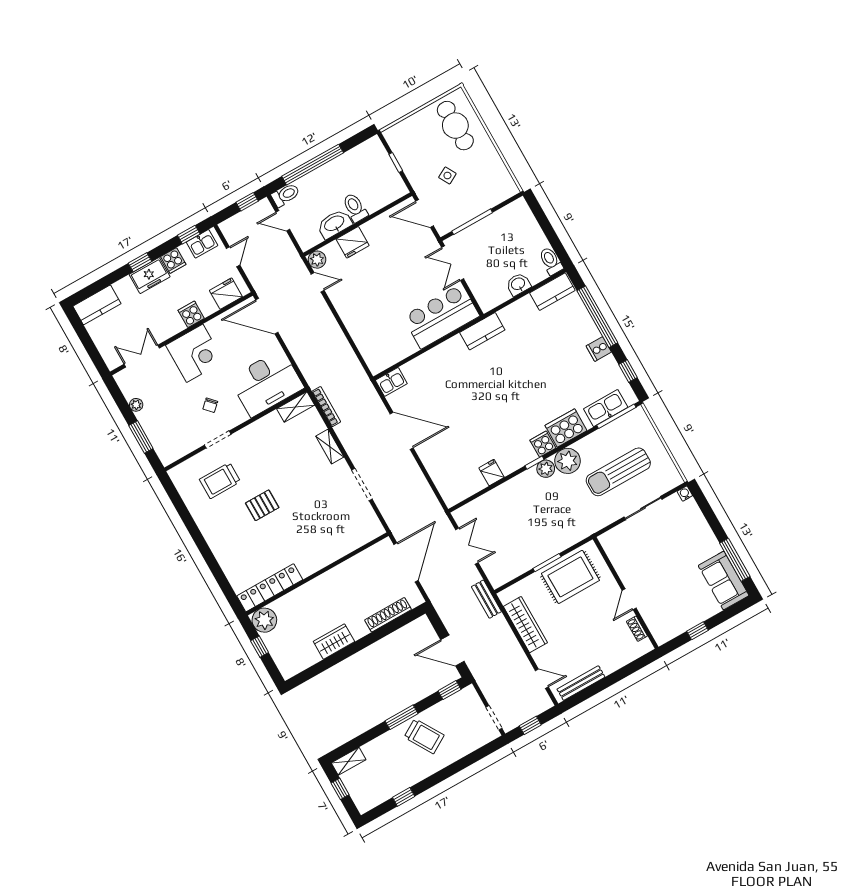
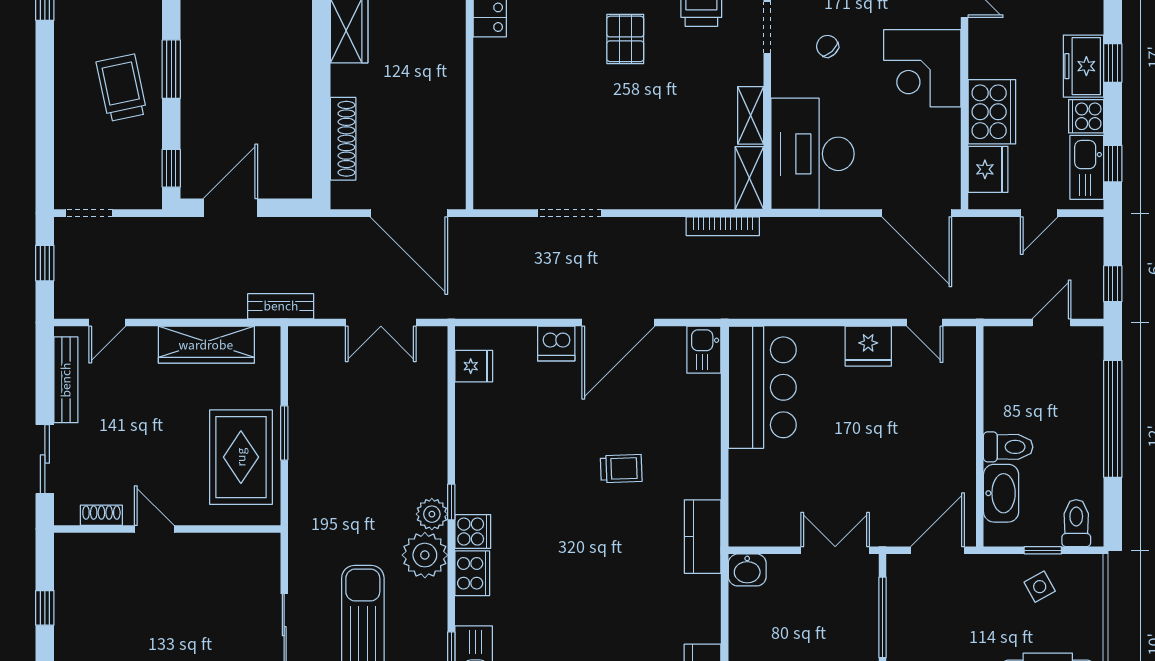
side table: (447, 175) -> (1040, 587), moved
toilet: (286, 195) -> (1076, 523), moved, turned 180
washbasin: (334, 224) -> (1001, 493), moved
fridge: (353, 242) -> (868, 346), moved, turned -90
kitchen sink: (202, 244) -> (1087, 167), width x1.38
door: (233, 257) -> (1039, 213), hinge flipped
plant: (317, 260) -> (961, 342), removed
door: (318, 282) -> (925, 322), hinge flipped
washbasin: (518, 284) -> (747, 570), moved, turned 90
cooker: (191, 314) -> (992, 112), width x1.87, depth x1.31
door: (267, 316) -> (917, 213), swing flipped
bar counter: (441, 316) -> (762, 387), moved
trolley: (472, 389) -> (621, 469), added
cooker: (566, 428) -> (472, 573), width x0.73, depth x0.76
shelving: (330, 447) -> (751, 115), moved, turned 90
dishwasher: (429, 455) -> (556, 344), added
fridge: (492, 473) -> (474, 366), moved
sliding door: (625, 672) -> (45, 459), added
trolley: (424, 736) -> (122, 88), turned 109

